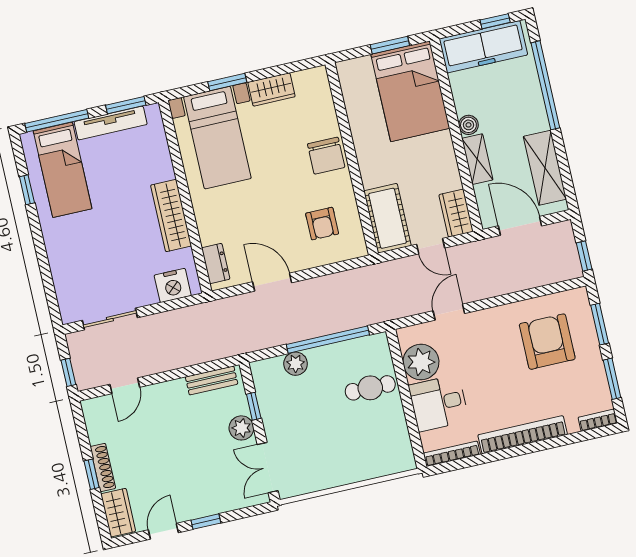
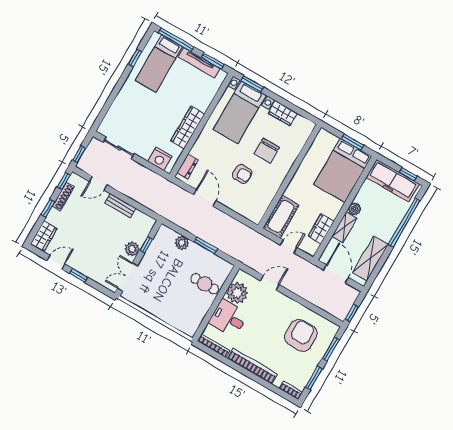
window: (227, 82) -> (252, 84), moved
chair: (326, 156) -> (267, 151), moved
wardrobe: (456, 213) -> (321, 229), moved
armchair: (322, 224) -> (242, 174), moved, turned -90
door: (431, 246) -> (289, 246), swing flipped
window: (328, 340) -> (206, 245), width x0.47
bench: (212, 380) -> (120, 206), moved
window: (80, 423) -> (64, 181), added
shoe rack: (103, 468) -> (63, 196), moved

